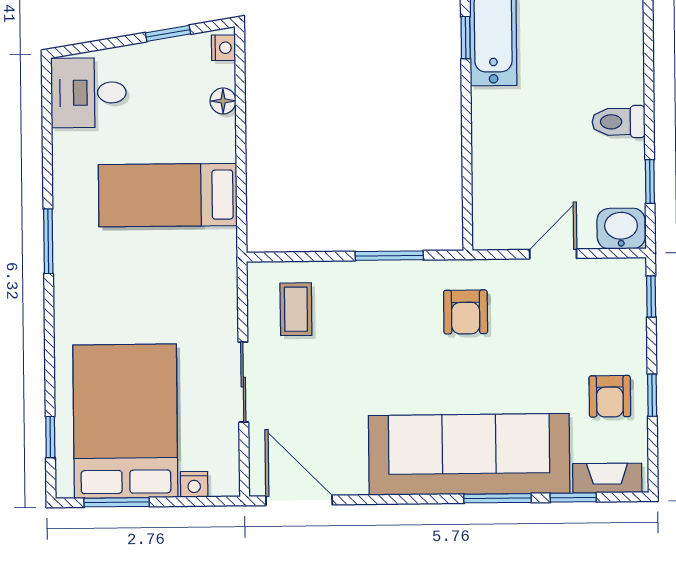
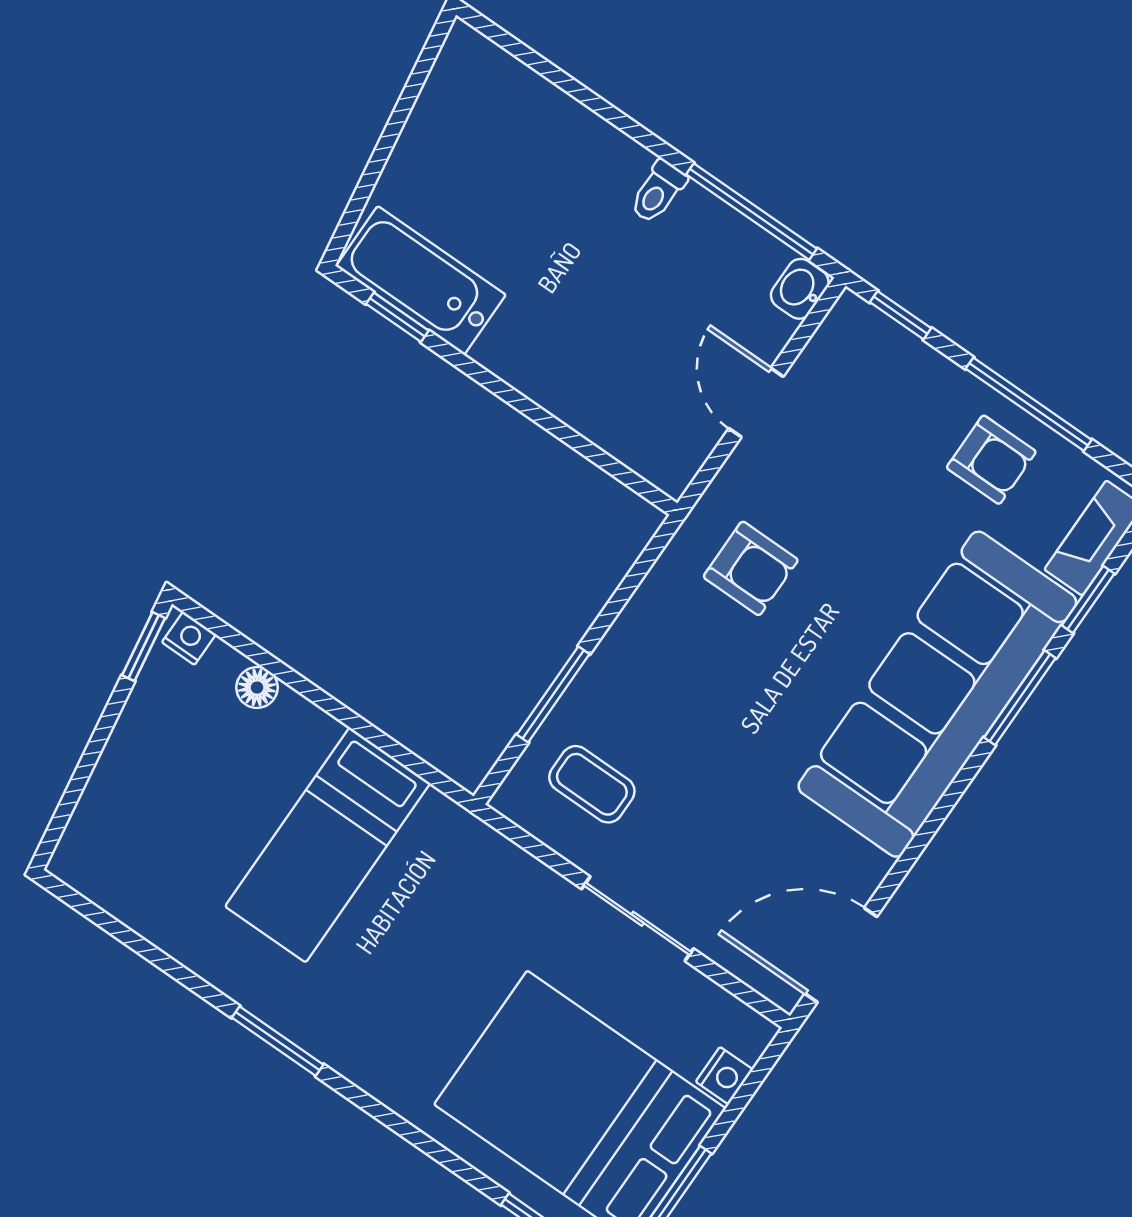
window: (168, 33) -> (144, 647), moved
desk: (89, 93) -> (123, 853), removed
toilet: (618, 122) -> (658, 192), width x0.73, depth x0.72
window: (650, 182) -> (751, 212), width x2.17
washbasin: (621, 229) -> (800, 289), width x0.72, depth x0.69
window: (389, 256) -> (553, 694), moved
window: (652, 395) -> (1029, 404), width x2.17

